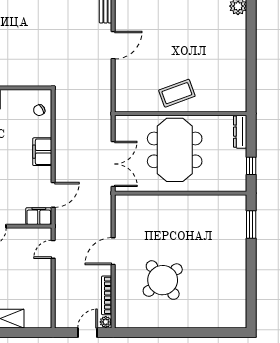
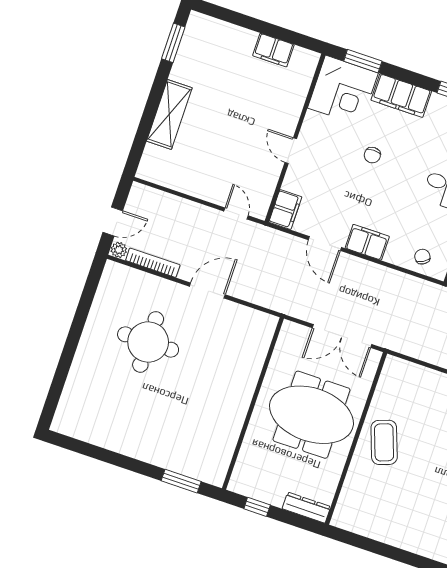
double door: (113, 164) -> (342, 336), moved
door: (53, 195) -> (325, 244), moved
door: (113, 251) -> (207, 290), hinge flipped
round table: (163, 280) -> (148, 342), turned 38
door: (87, 333) -> (113, 221), hinge flipped

